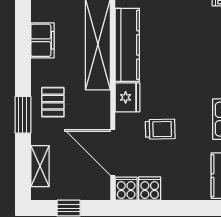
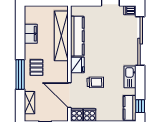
window: (23, 115) -> (20, 74), width x1.44

